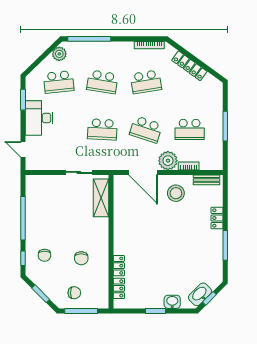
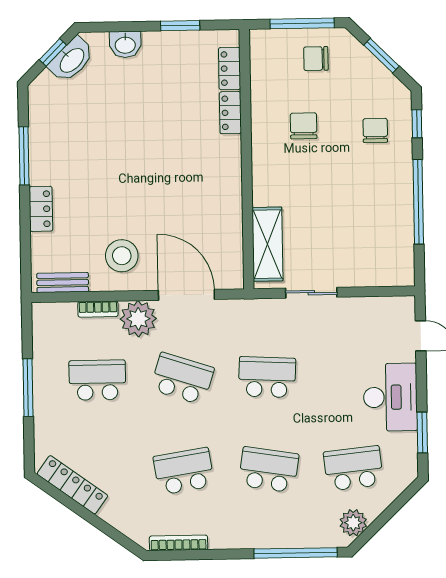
locker: (189, 66) -> (72, 485), moved
window: (155, 311) -> (180, 26), moved

